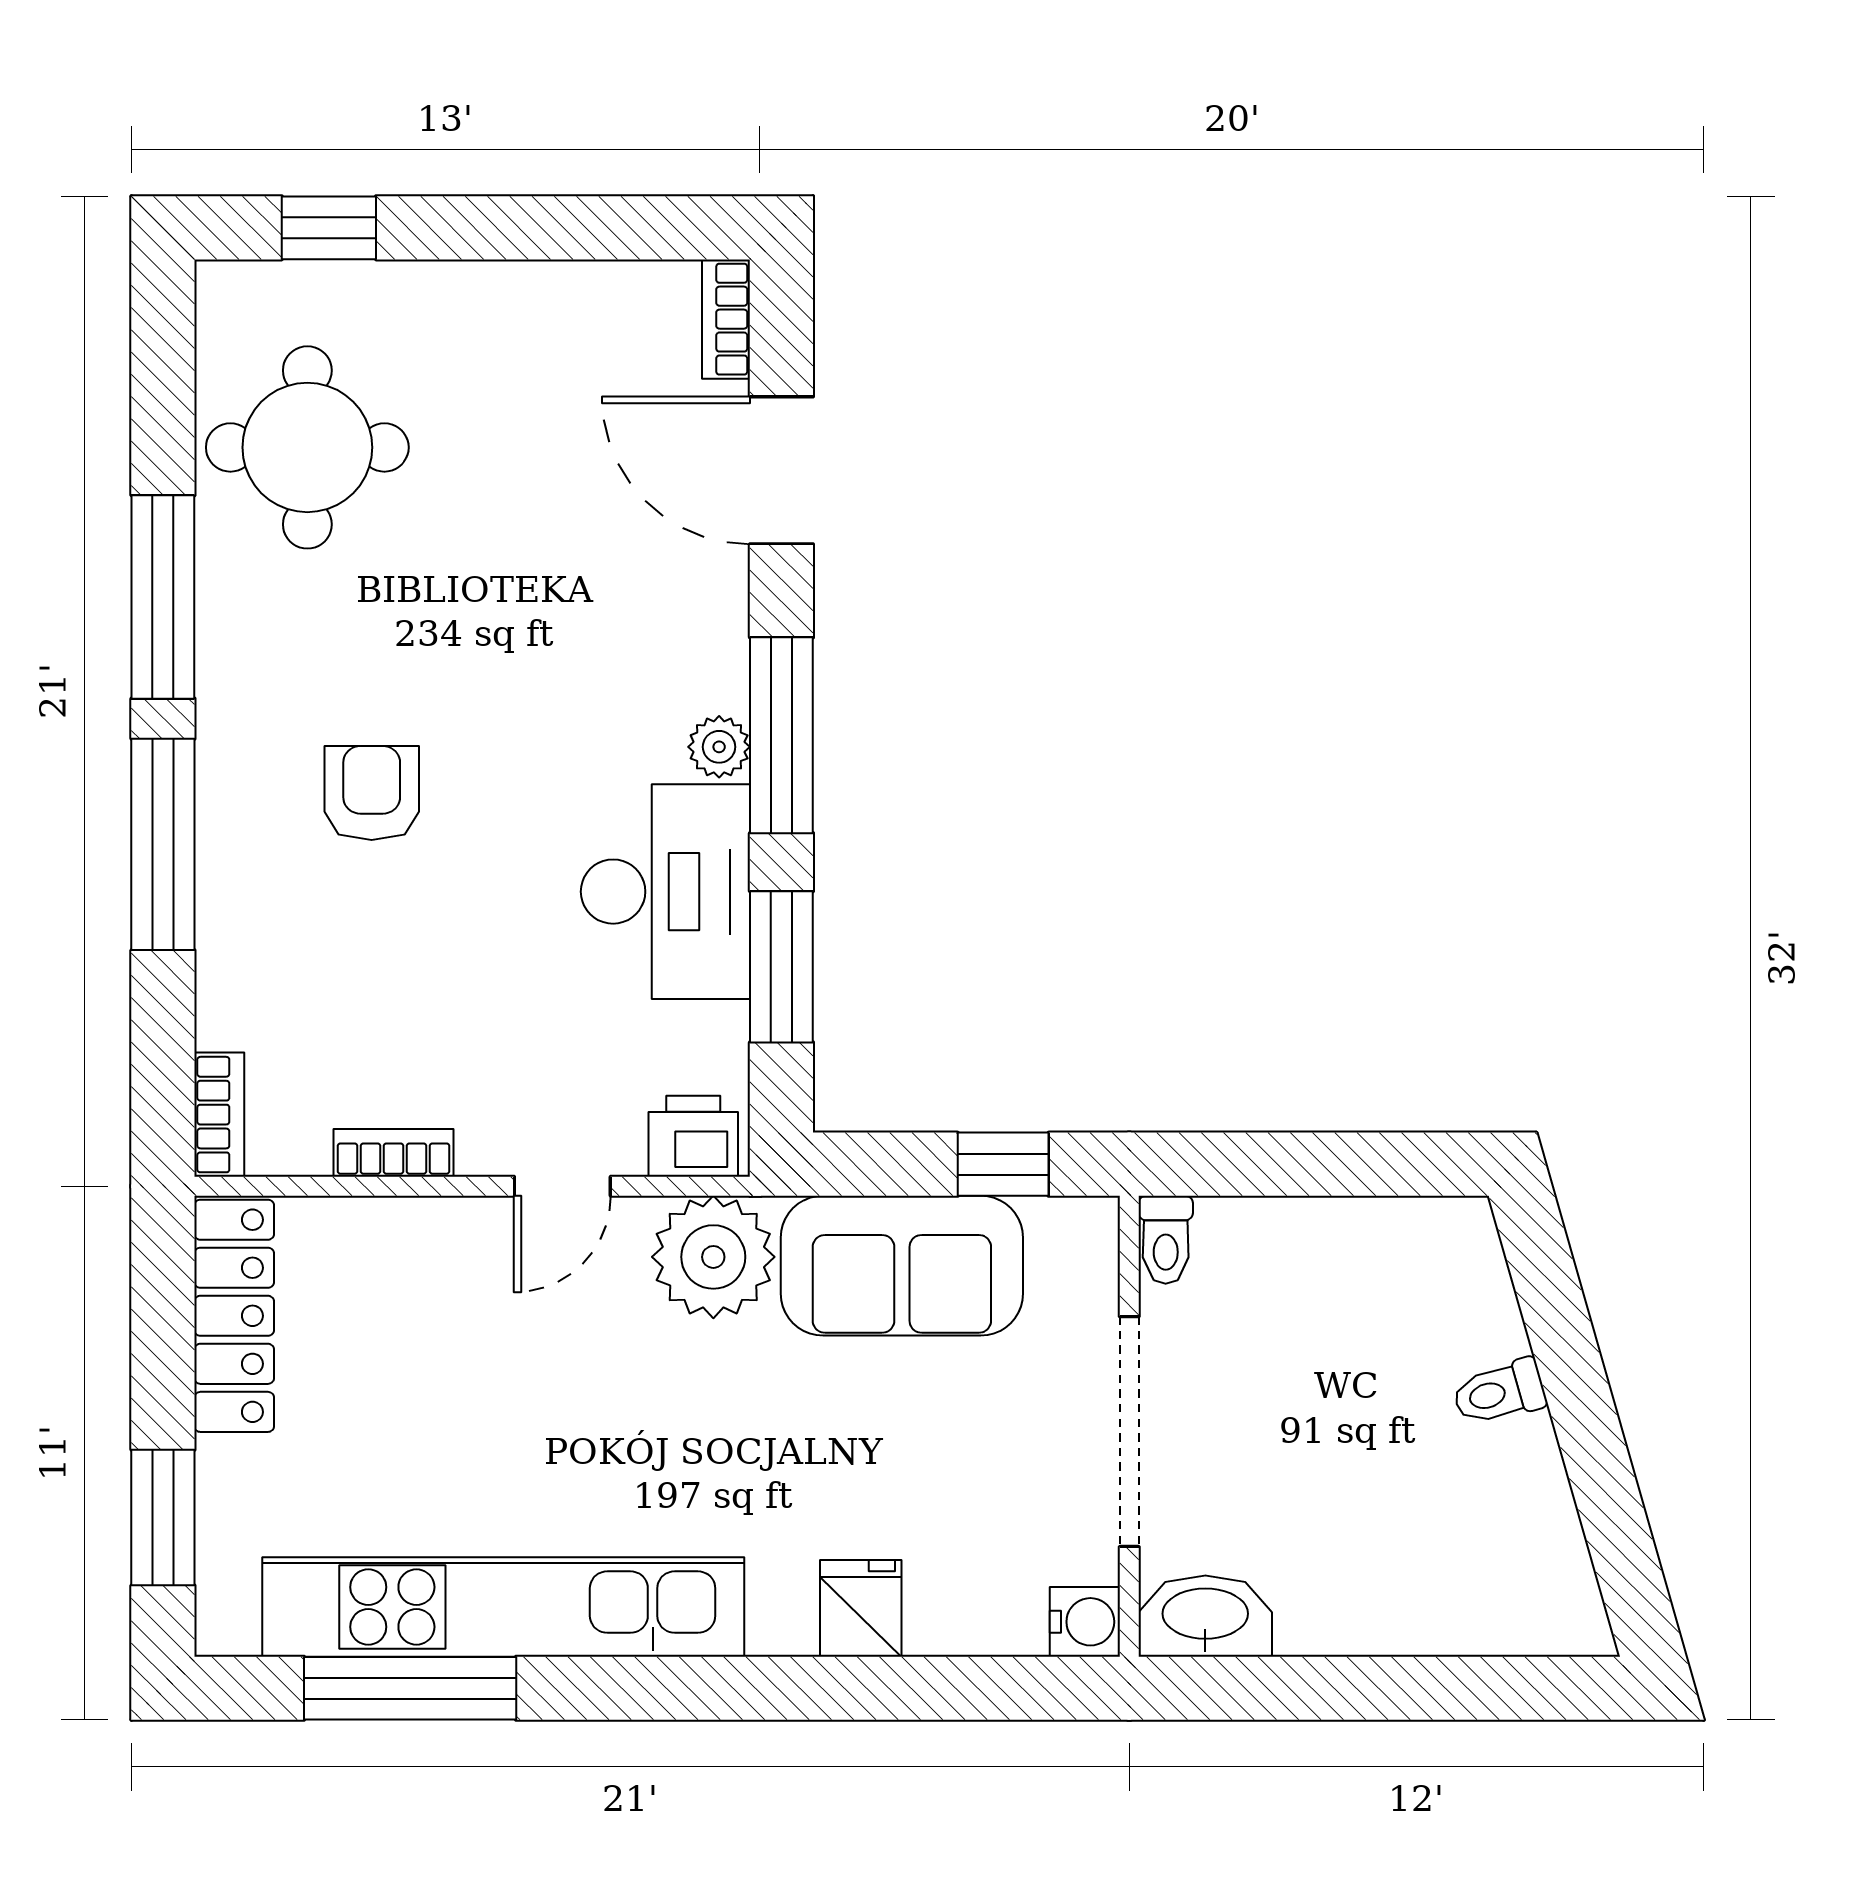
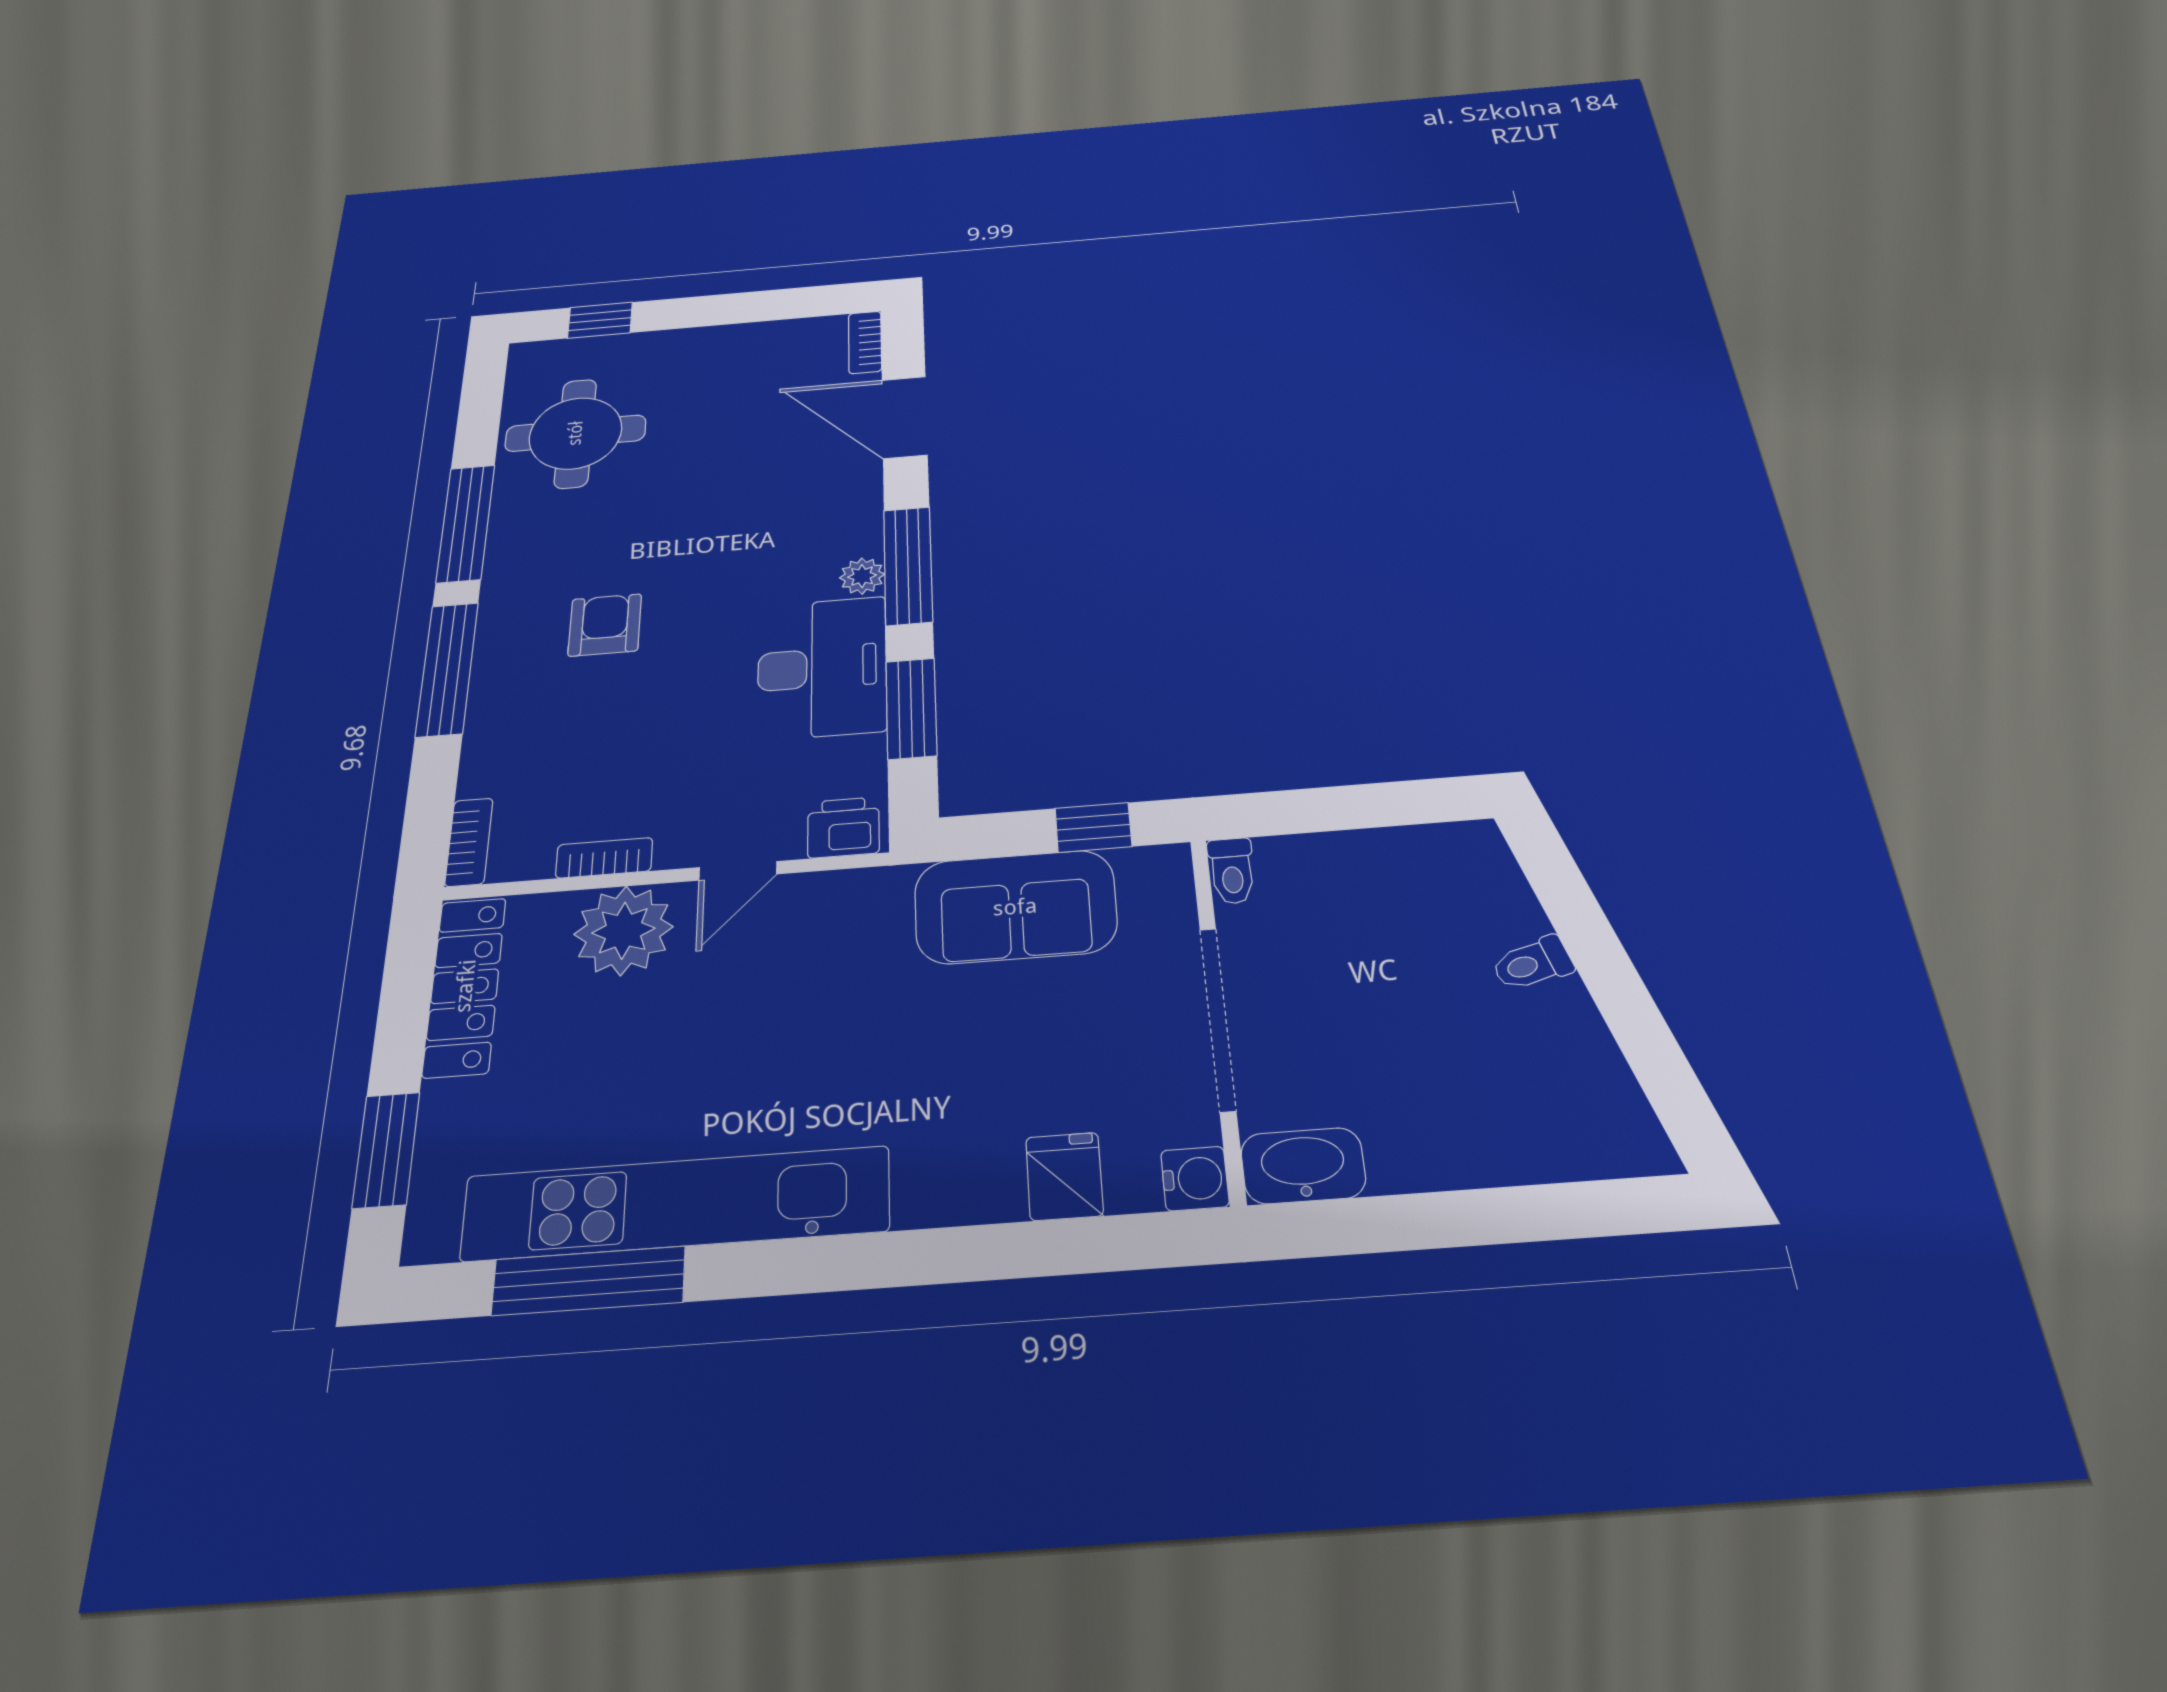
plant: (713, 1257) -> (623, 931), moved
fridge: (861, 1608) -> (1064, 1176), moved

